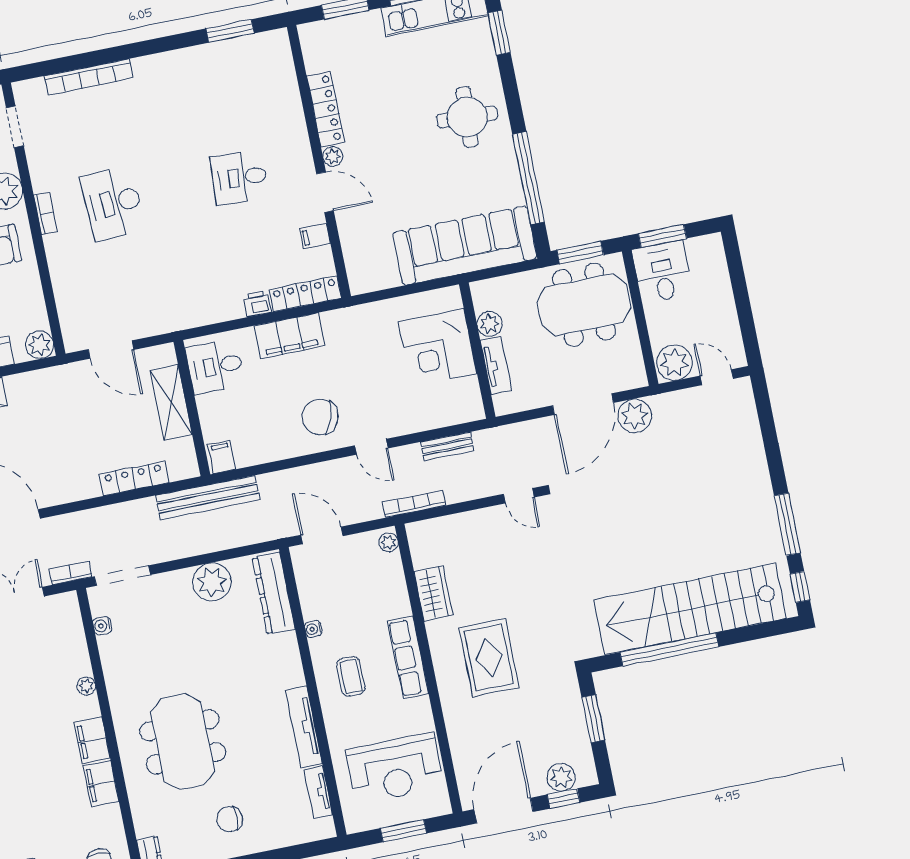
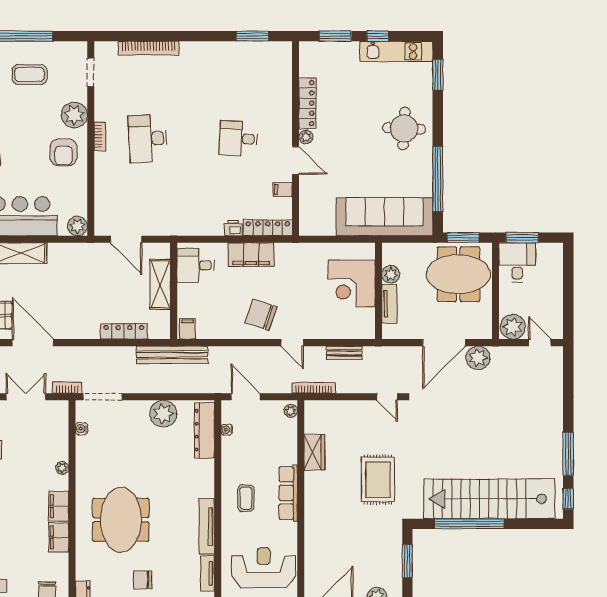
water cooler: (313, 629) -> (227, 430), moved
rug: (489, 658) -> (378, 480), moved
reception desk: (395, 769) -> (264, 568), turned 180

